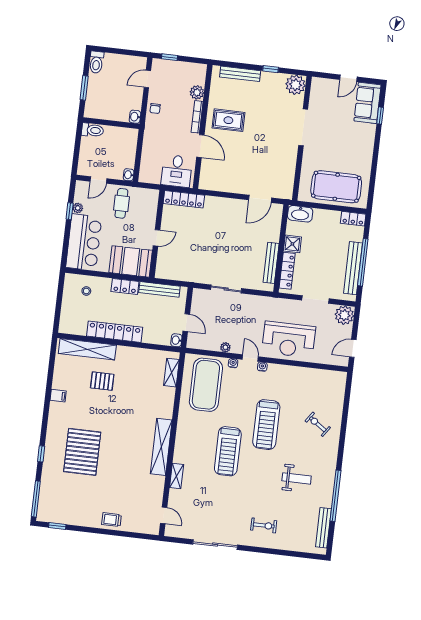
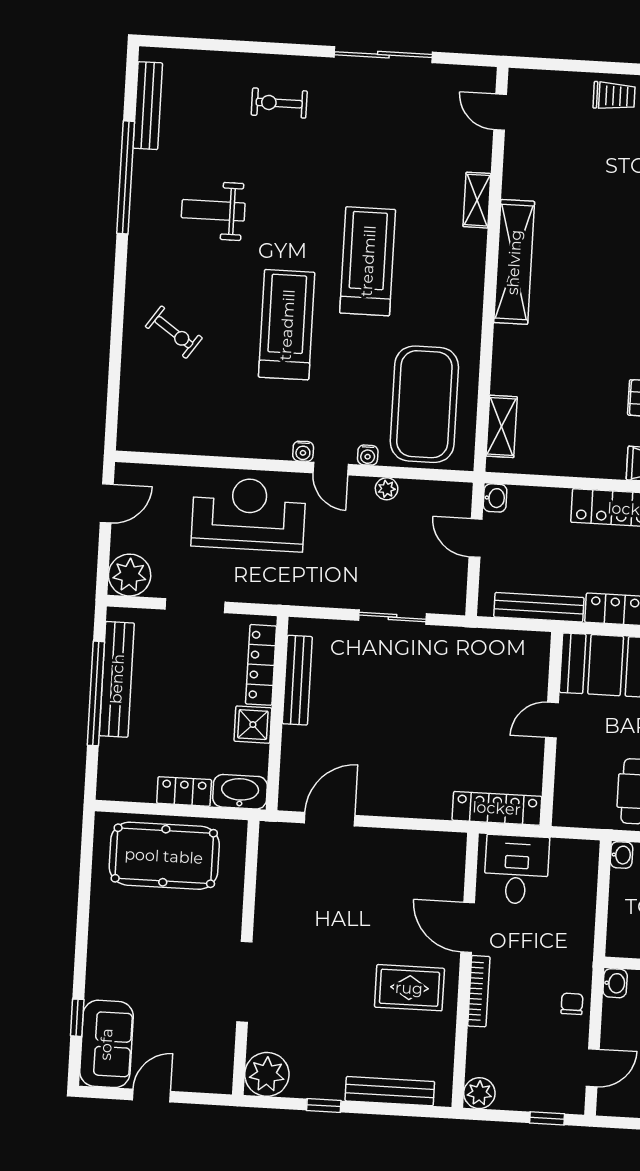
plant: (197, 92) -> (479, 1093), moved
locker: (353, 219) -> (184, 791), moved

